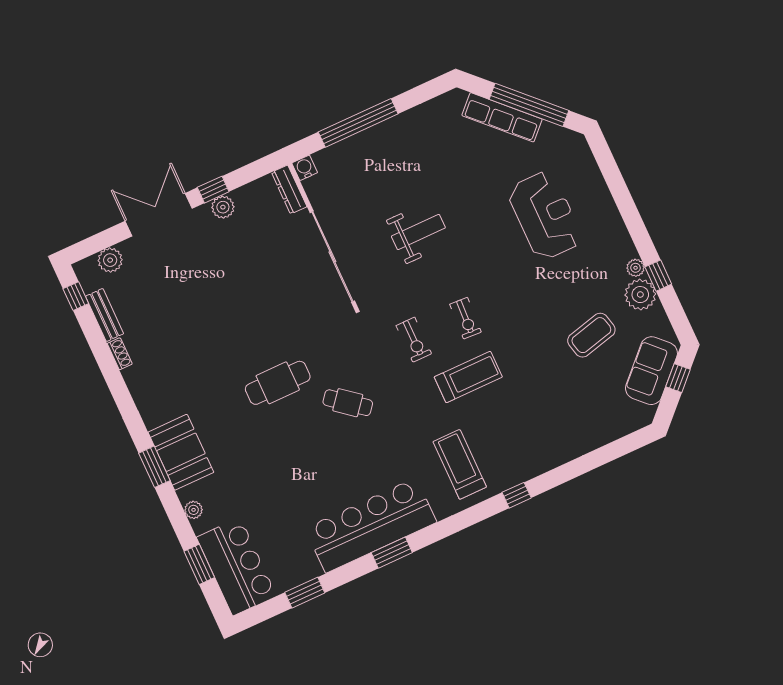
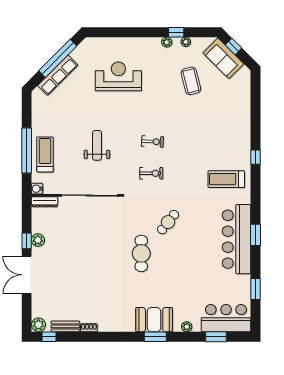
plant: (110, 260) -> (38, 325), moved
plant: (640, 295) -> (186, 42), width x0.53, depth x0.53
treadmill: (468, 377) -> (45, 154), moved

